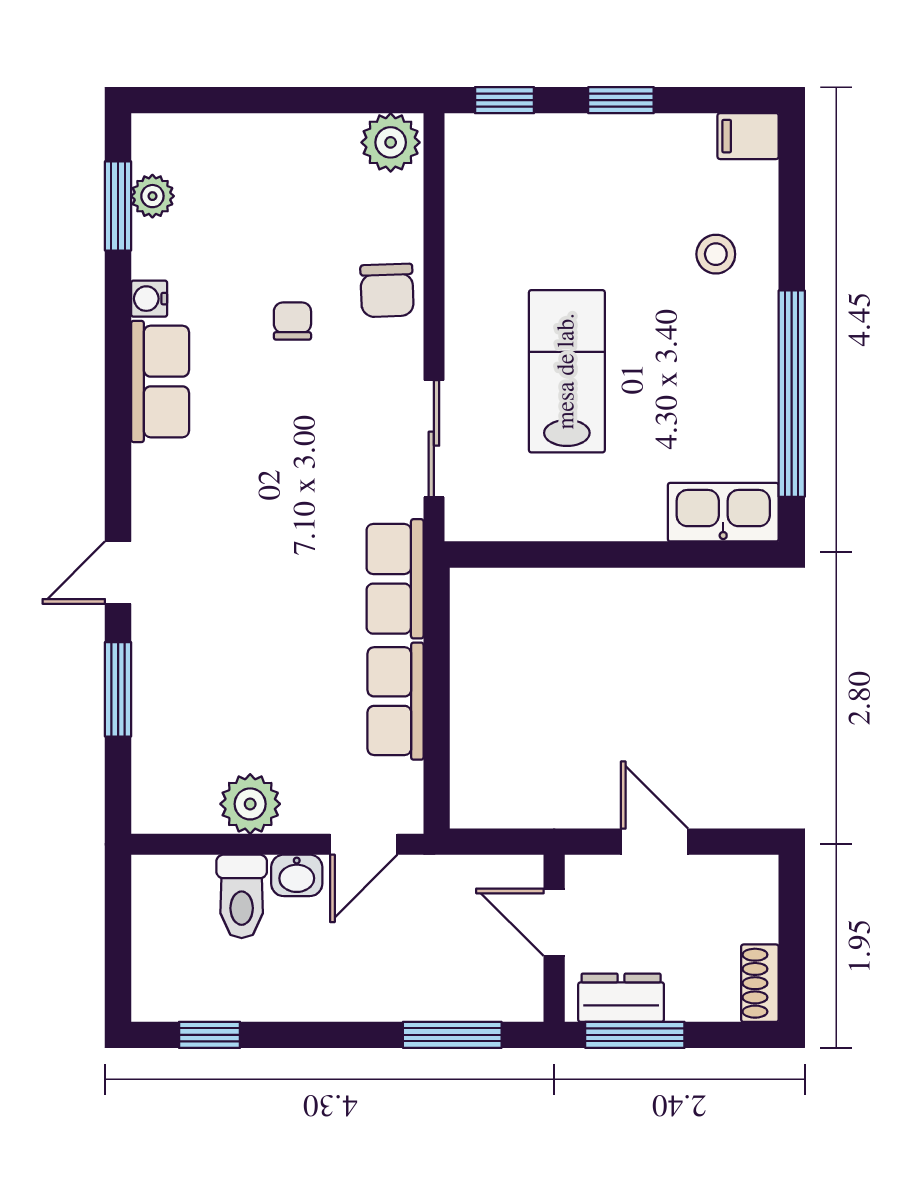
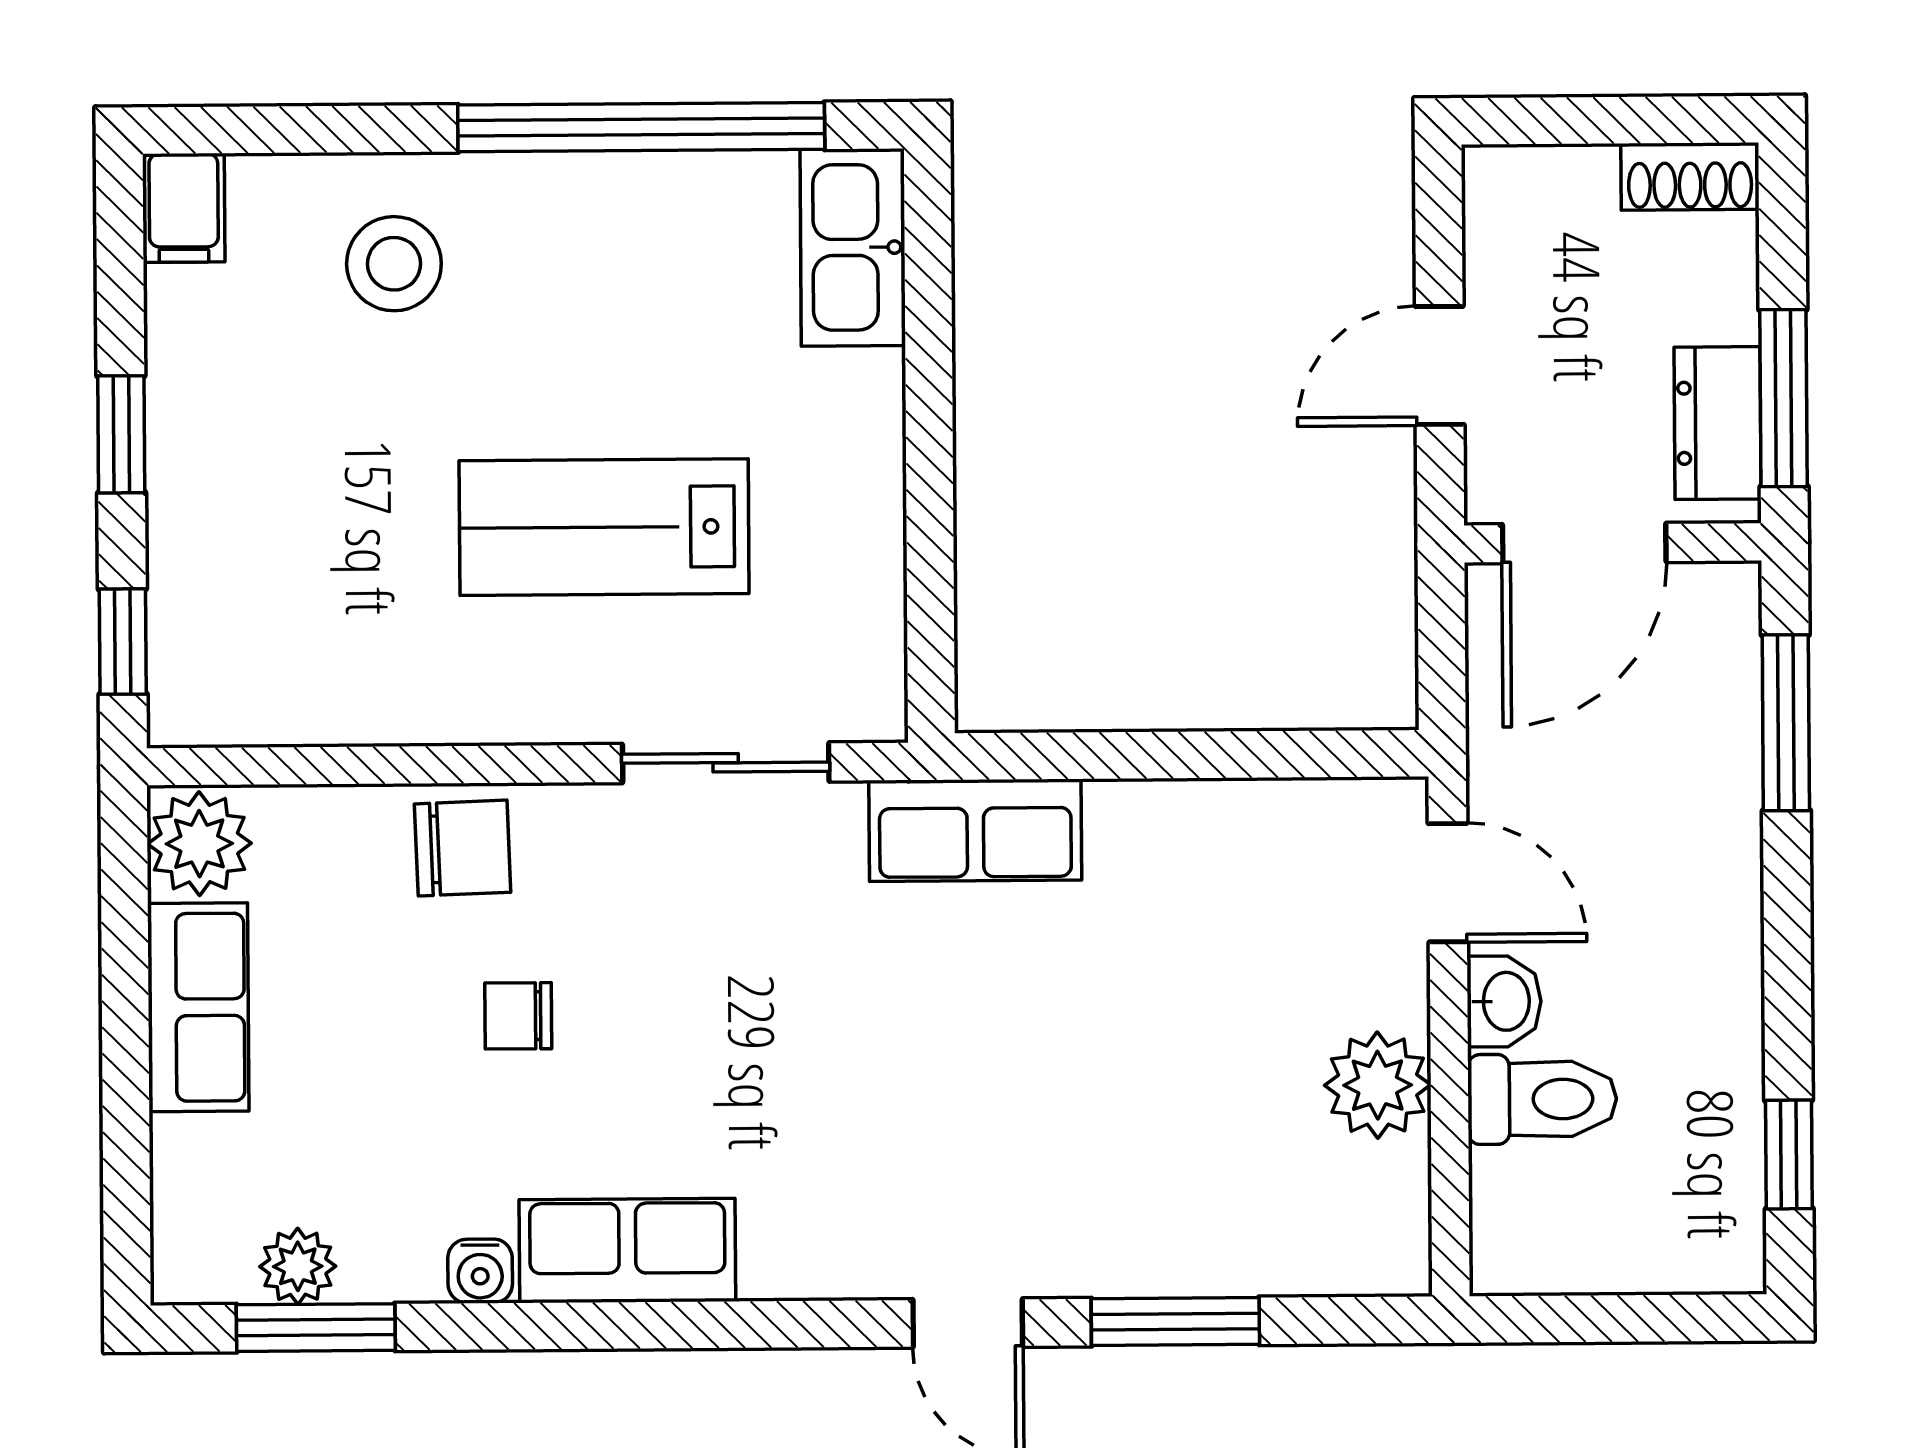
stool: (716, 254) -> (394, 264), width x1.37, depth x1.37
row of seats: (396, 701) -> (198, 1007), moved, turned -90
door: (554, 922) -> (1584, 543), width x1.38

